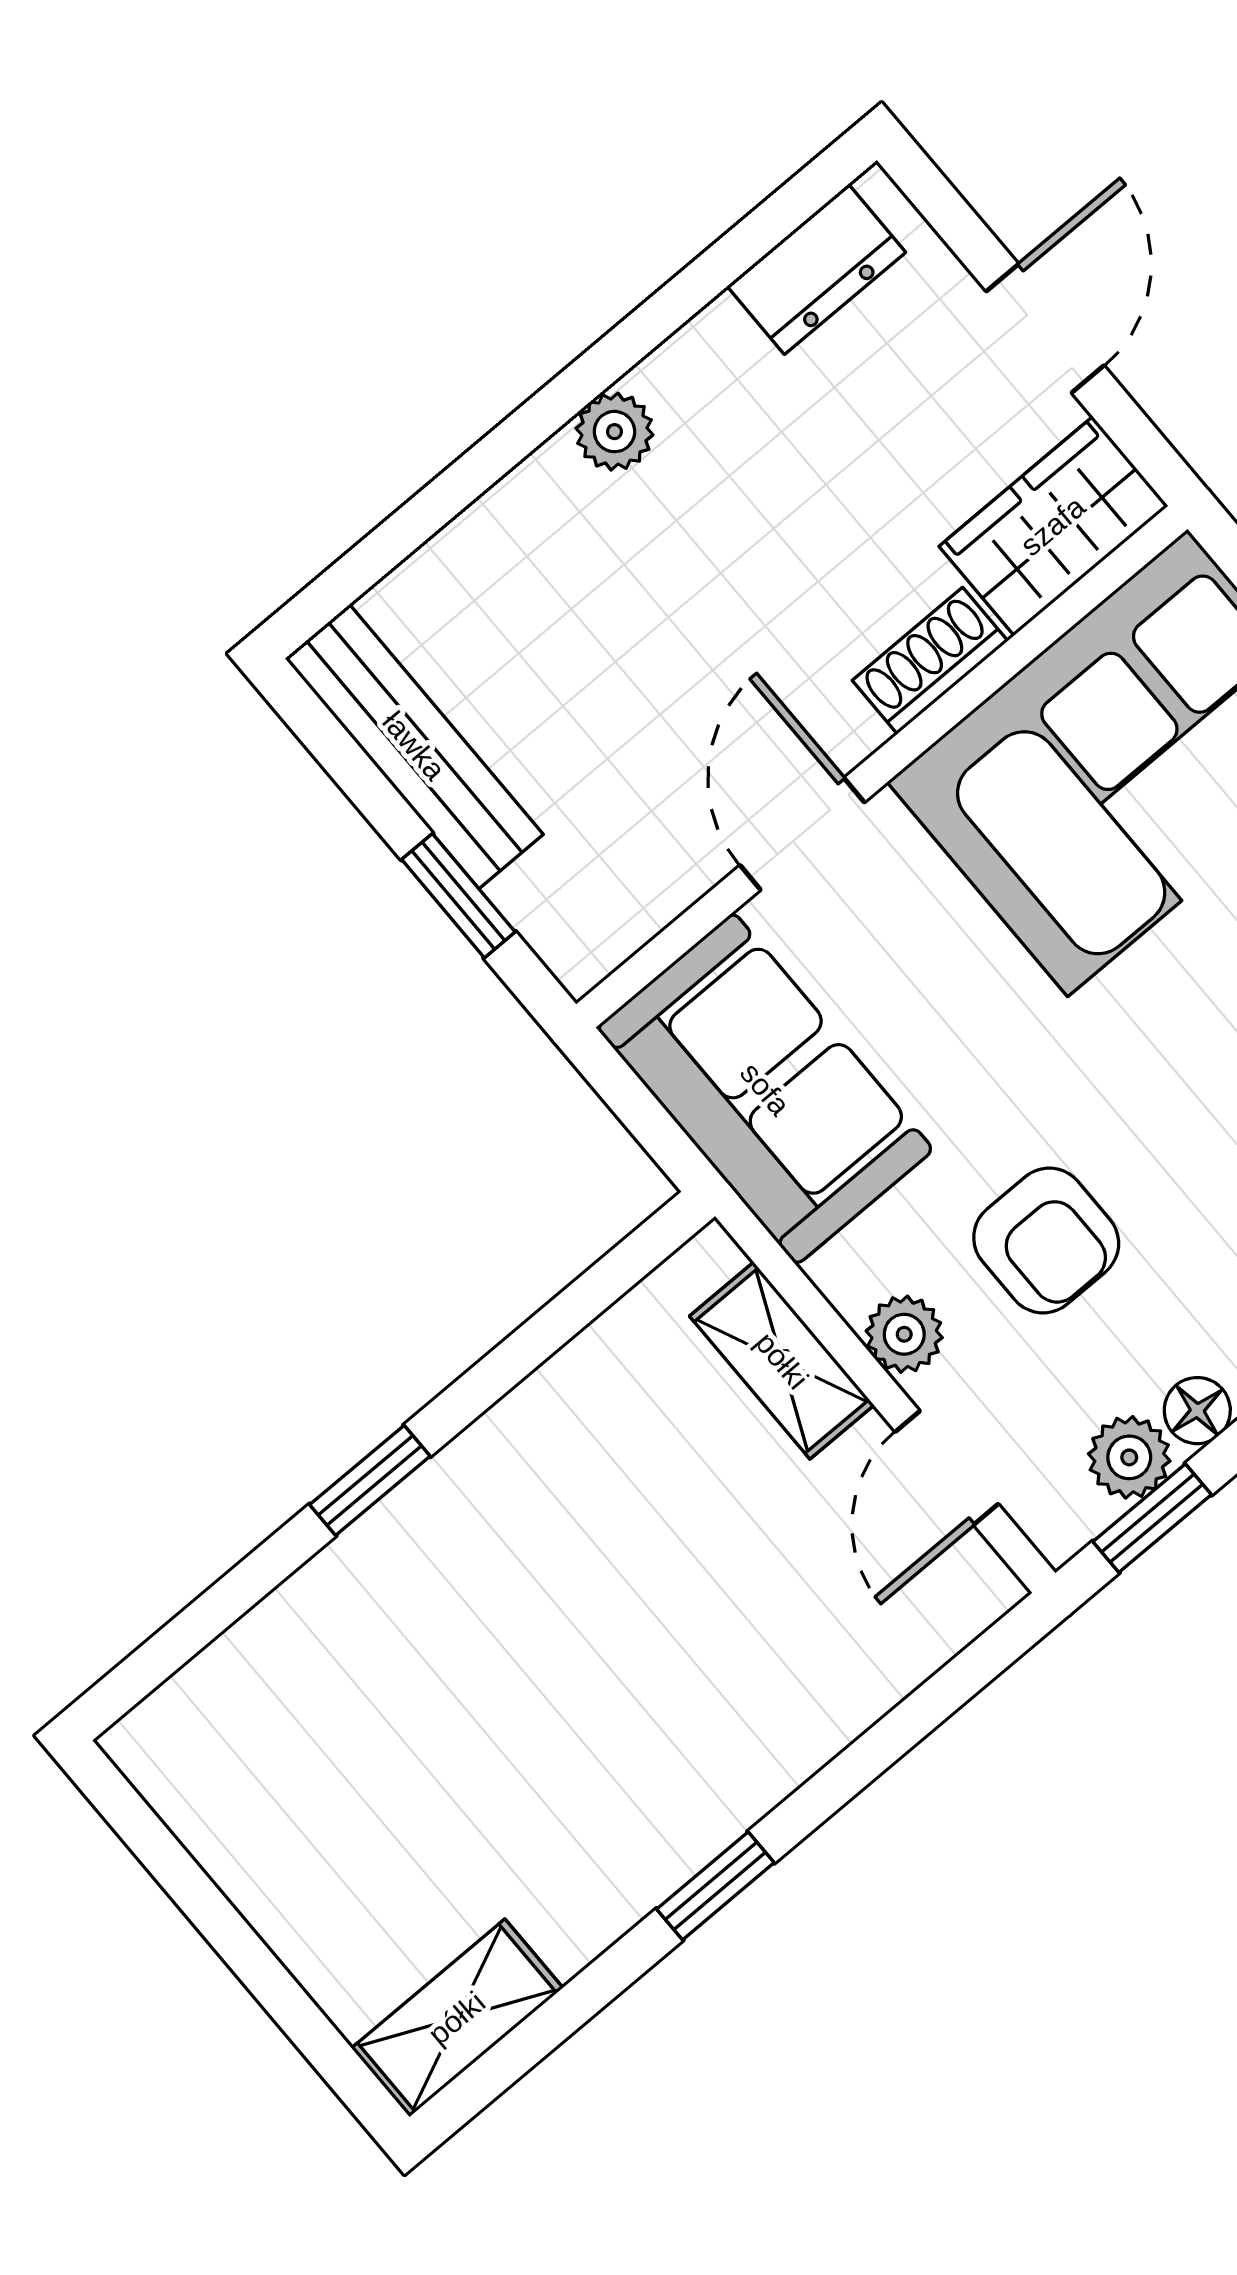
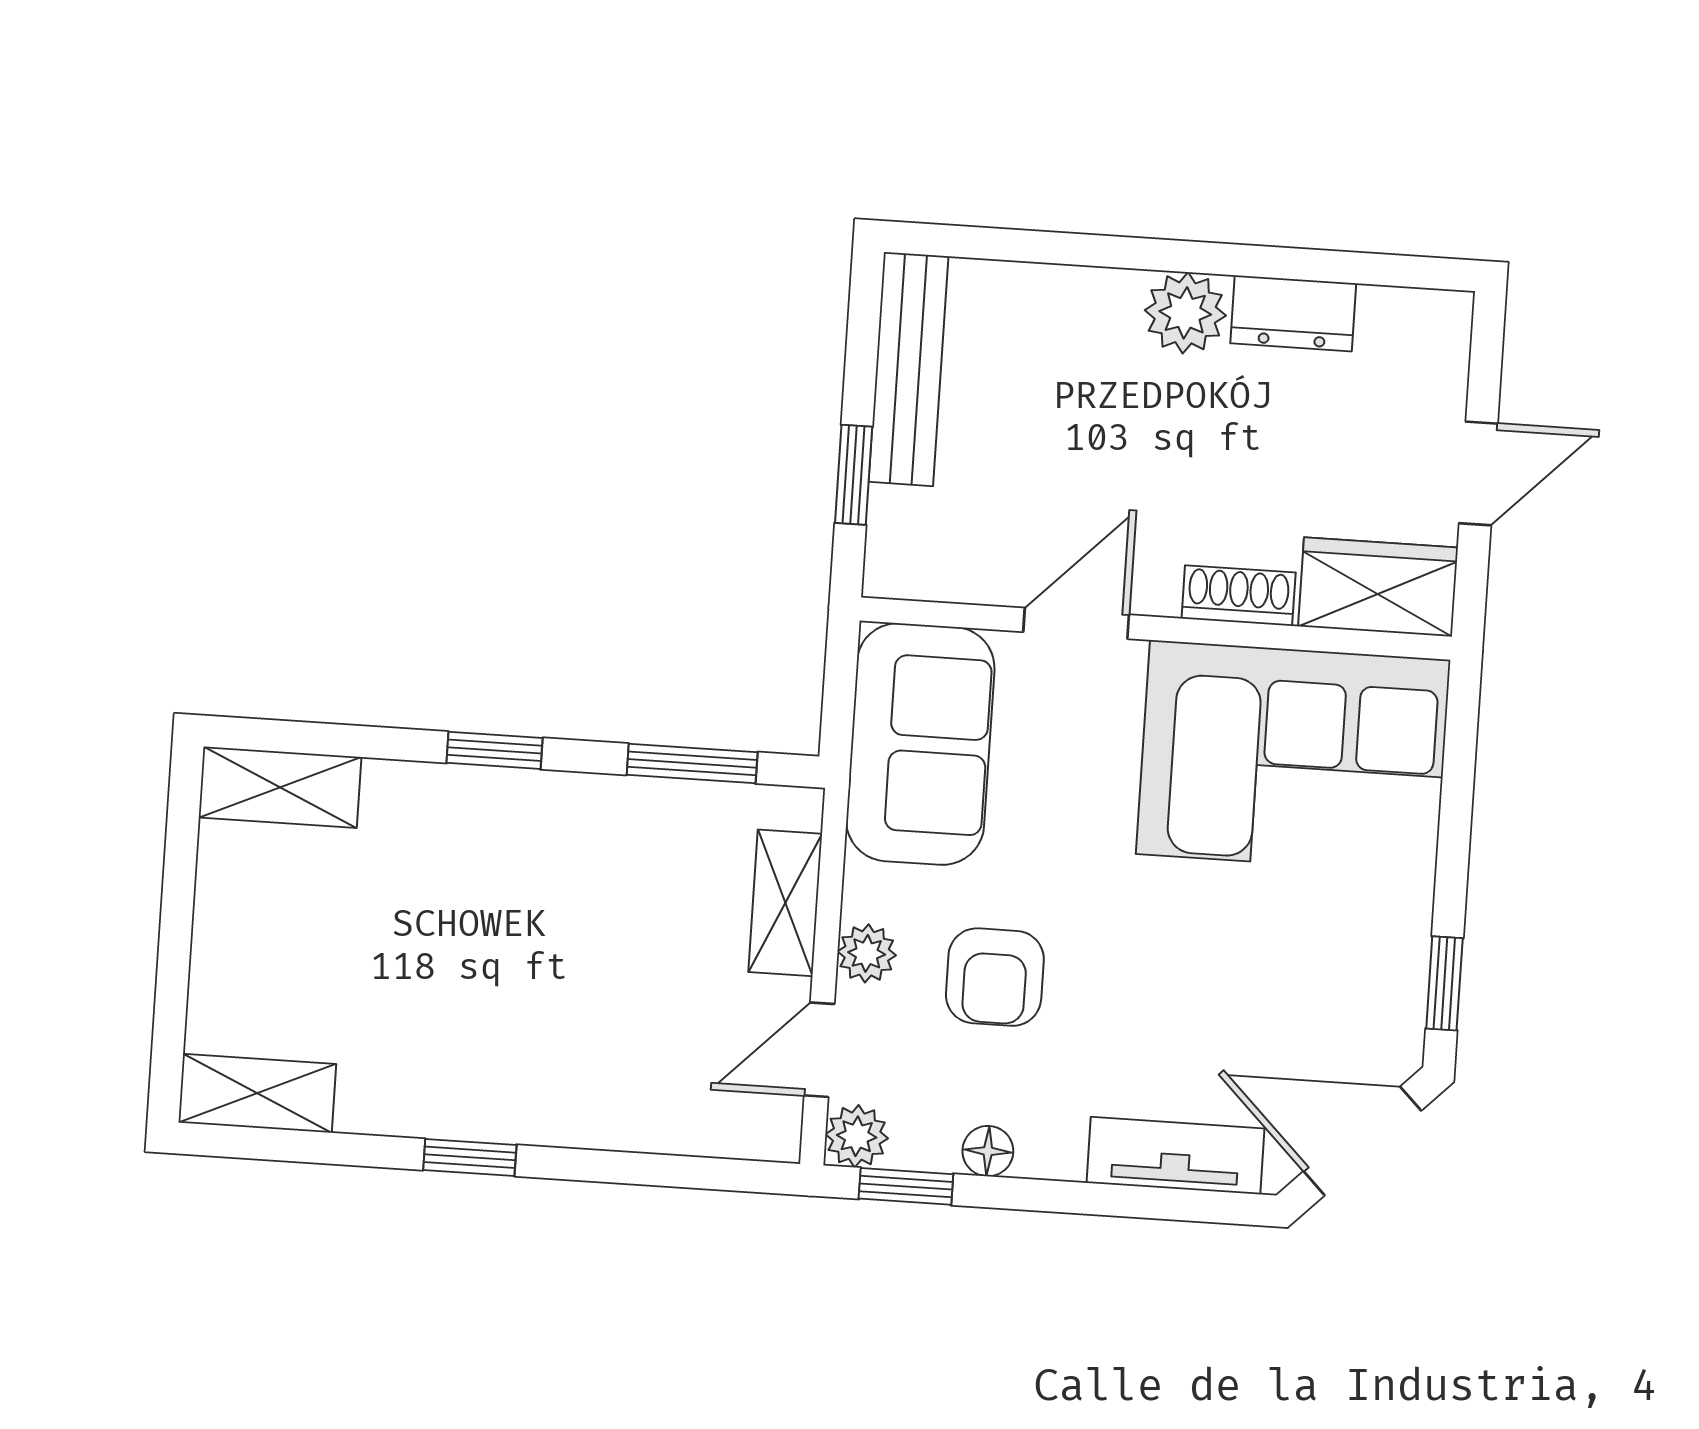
dresser: (816, 269) -> (1293, 313), moved
plant: (614, 432) -> (1185, 313), width x1.38, depth x1.38
window: (568, 1314) -> (692, 764), added
plant: (1129, 1457) -> (857, 1136), moved
shelving: (201, 1709) -> (280, 787), added

